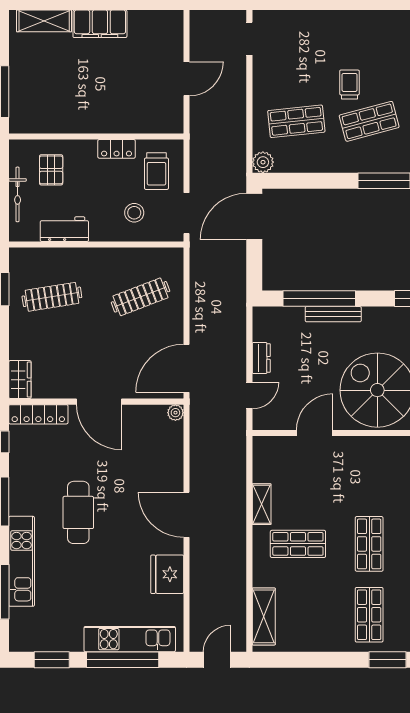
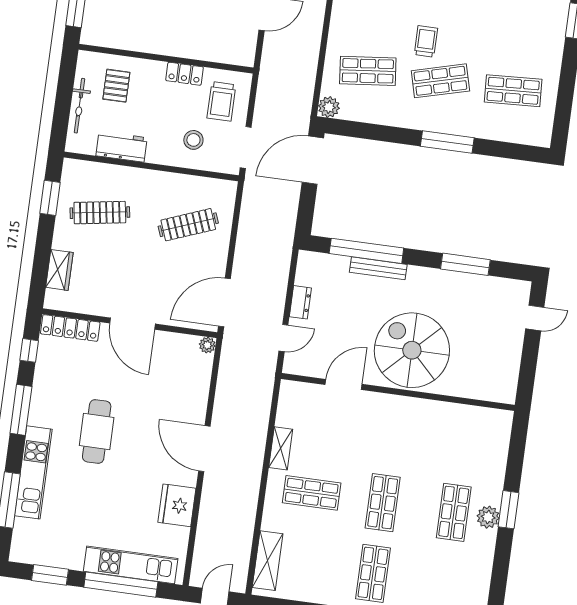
wardrobe: (20, 380) -> (59, 270), moved

